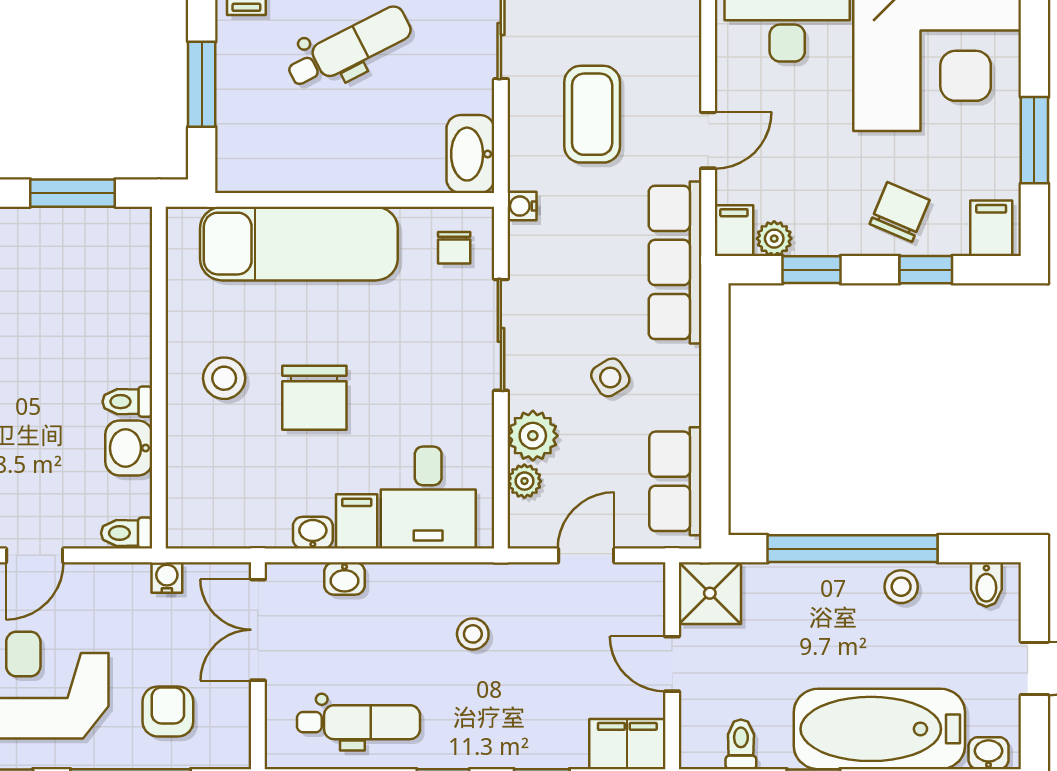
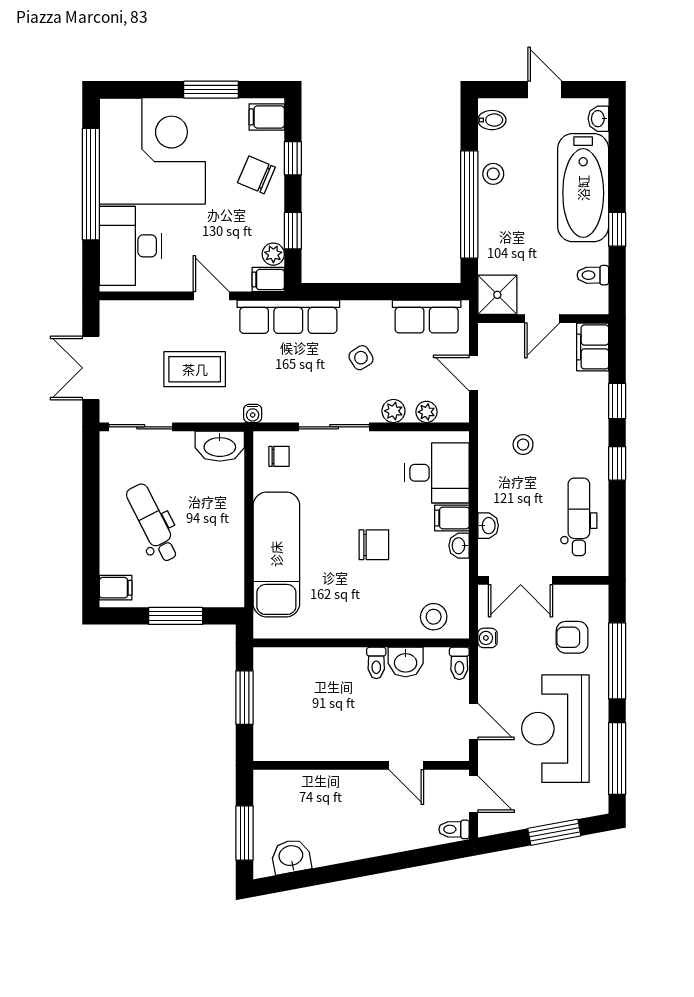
stool: (224, 378) -> (434, 617), moved
chair: (314, 398) -> (374, 545), width x0.73, depth x0.73
plant: (533, 436) -> (393, 411), width x0.73, depth x0.73

